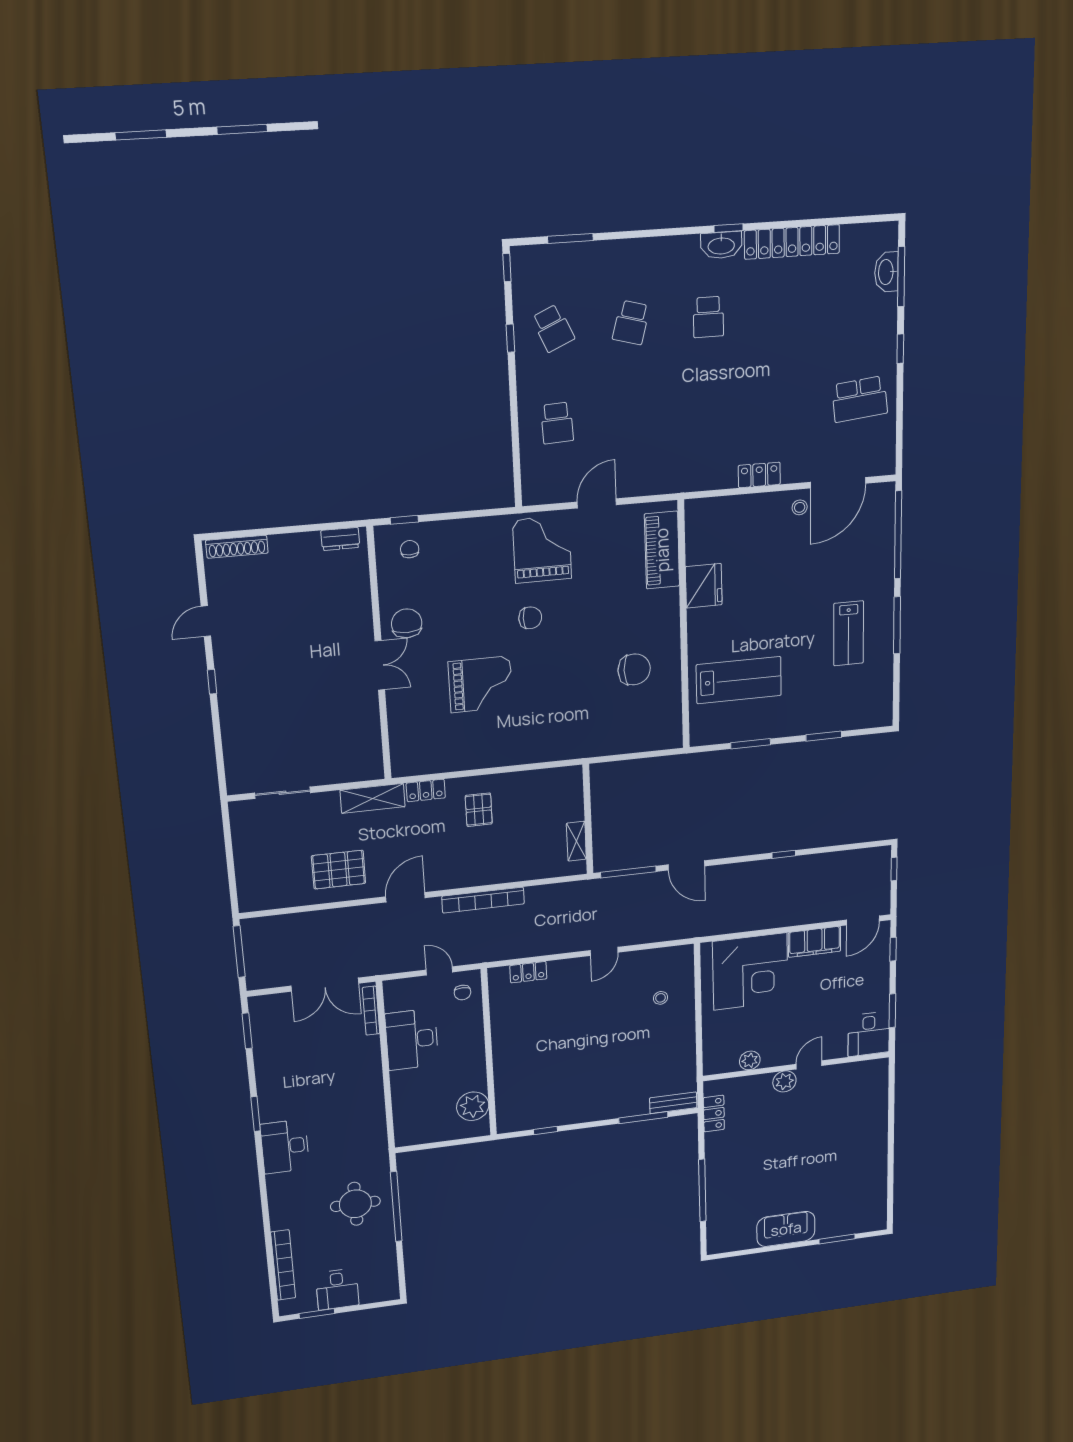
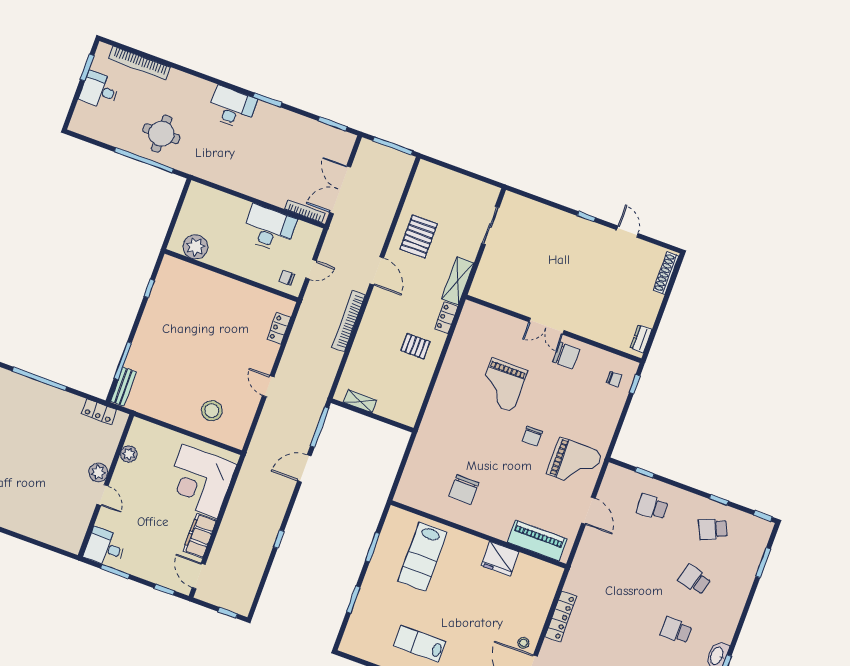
window: (516, 454) -> (645, 473), added
locker: (759, 475) -> (561, 616), width x1.53
stool: (661, 998) -> (212, 411), width x1.89, depth x1.89

